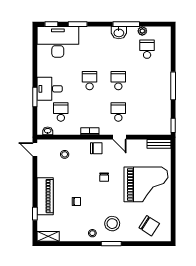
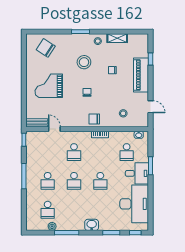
washbasin: (119, 33) -> (92, 225), moved
desk: (58, 42) -> (134, 204), moved, turned -90
school desk: (147, 81) -> (48, 181), added
door: (119, 137) -> (54, 129), moved
door: (35, 149) -> (150, 107), moved
grand piano: (146, 184) -> (49, 86), width x0.73, depth x0.68
stool: (112, 224) -> (84, 62), moved
shelving: (48, 236) -> (117, 38), moved

